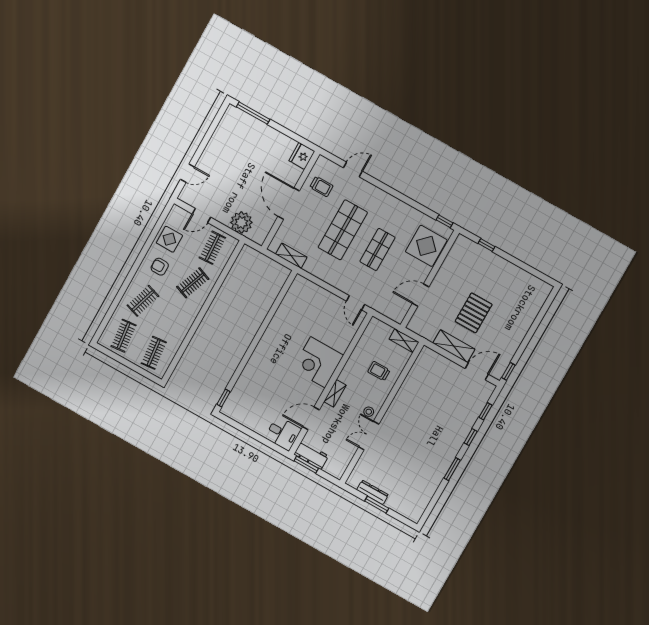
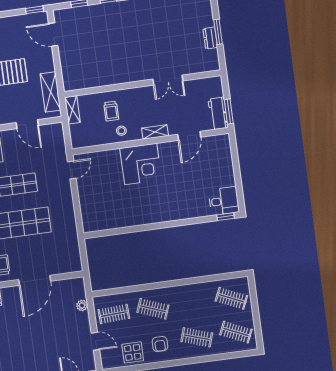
plant: (241, 222) -> (82, 305), width x0.53, depth x0.53
shelving: (291, 256) -> (73, 248), removed
clothes rail: (124, 336) -> (236, 332), turned 30
shelving: (454, 346) -> (50, 92), moved
clothes rail: (154, 353) -> (231, 298), turned 30
stool: (369, 412) -> (121, 131), moved
door: (311, 418) -> (189, 136), hinge flipped
desk: (283, 433) -> (224, 201), moved, turned 90
dresser: (373, 492) -> (210, 38), width x0.70

